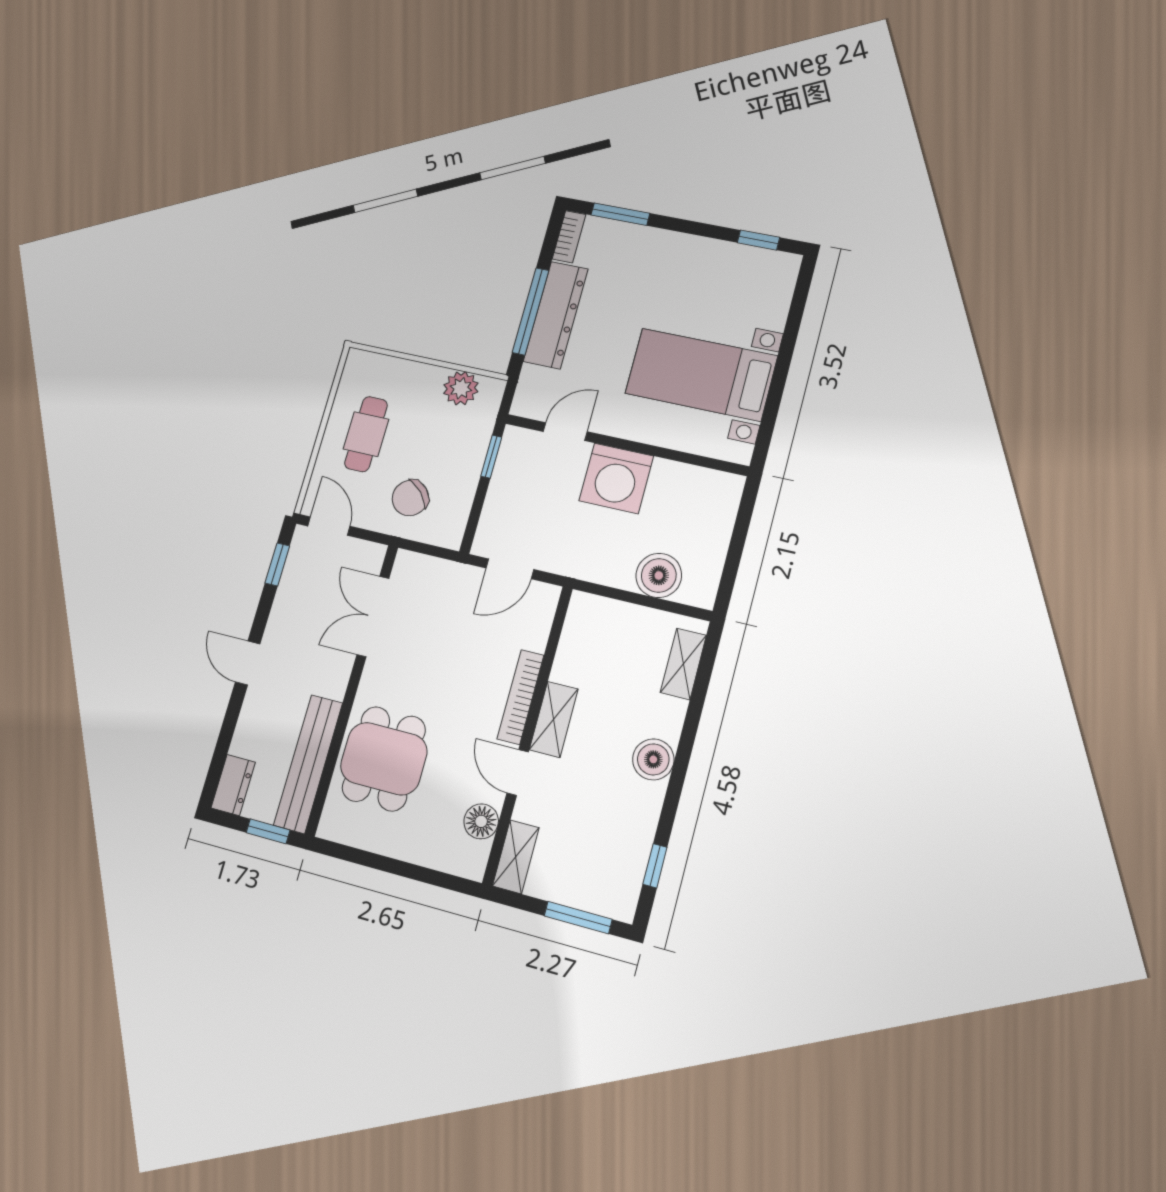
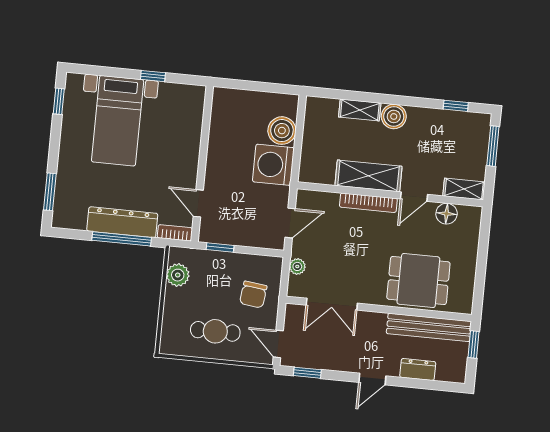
bookcase: (569, 237) -> (175, 233), moved
bed with nightstands: (701, 375) -> (118, 121), moved
window: (777, 386) -> (153, 76), added
washing machine: (616, 478) -> (273, 165), moved, turned 180
chair: (410, 498) -> (253, 295), turned 51
door: (329, 526) -> (278, 344), hinge flipped
door: (510, 569) -> (290, 223), hinge flipped
plant: (441, 571) -> (297, 266), added
shelving: (683, 664) -> (360, 110), moved
shelving: (554, 719) -> (368, 176), width x1.50, depth x1.33
dresser: (233, 785) -> (418, 369), moved

